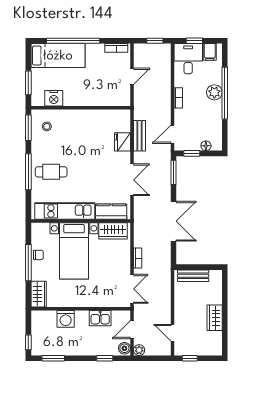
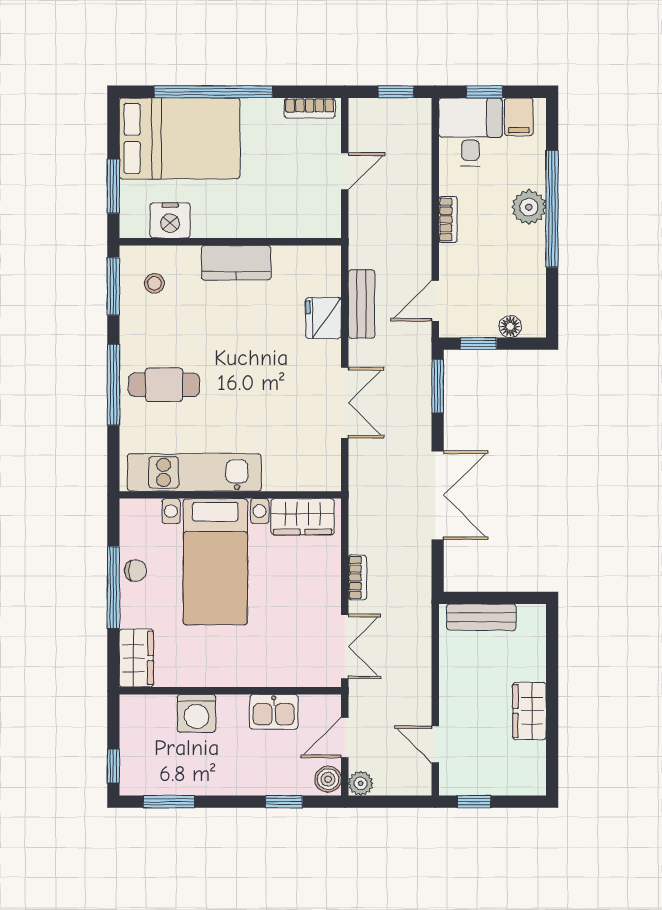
bed: (58, 56) -> (180, 138), width x1.50
kitchen counter: (111, 212) -> (236, 263), moved, turned 180

